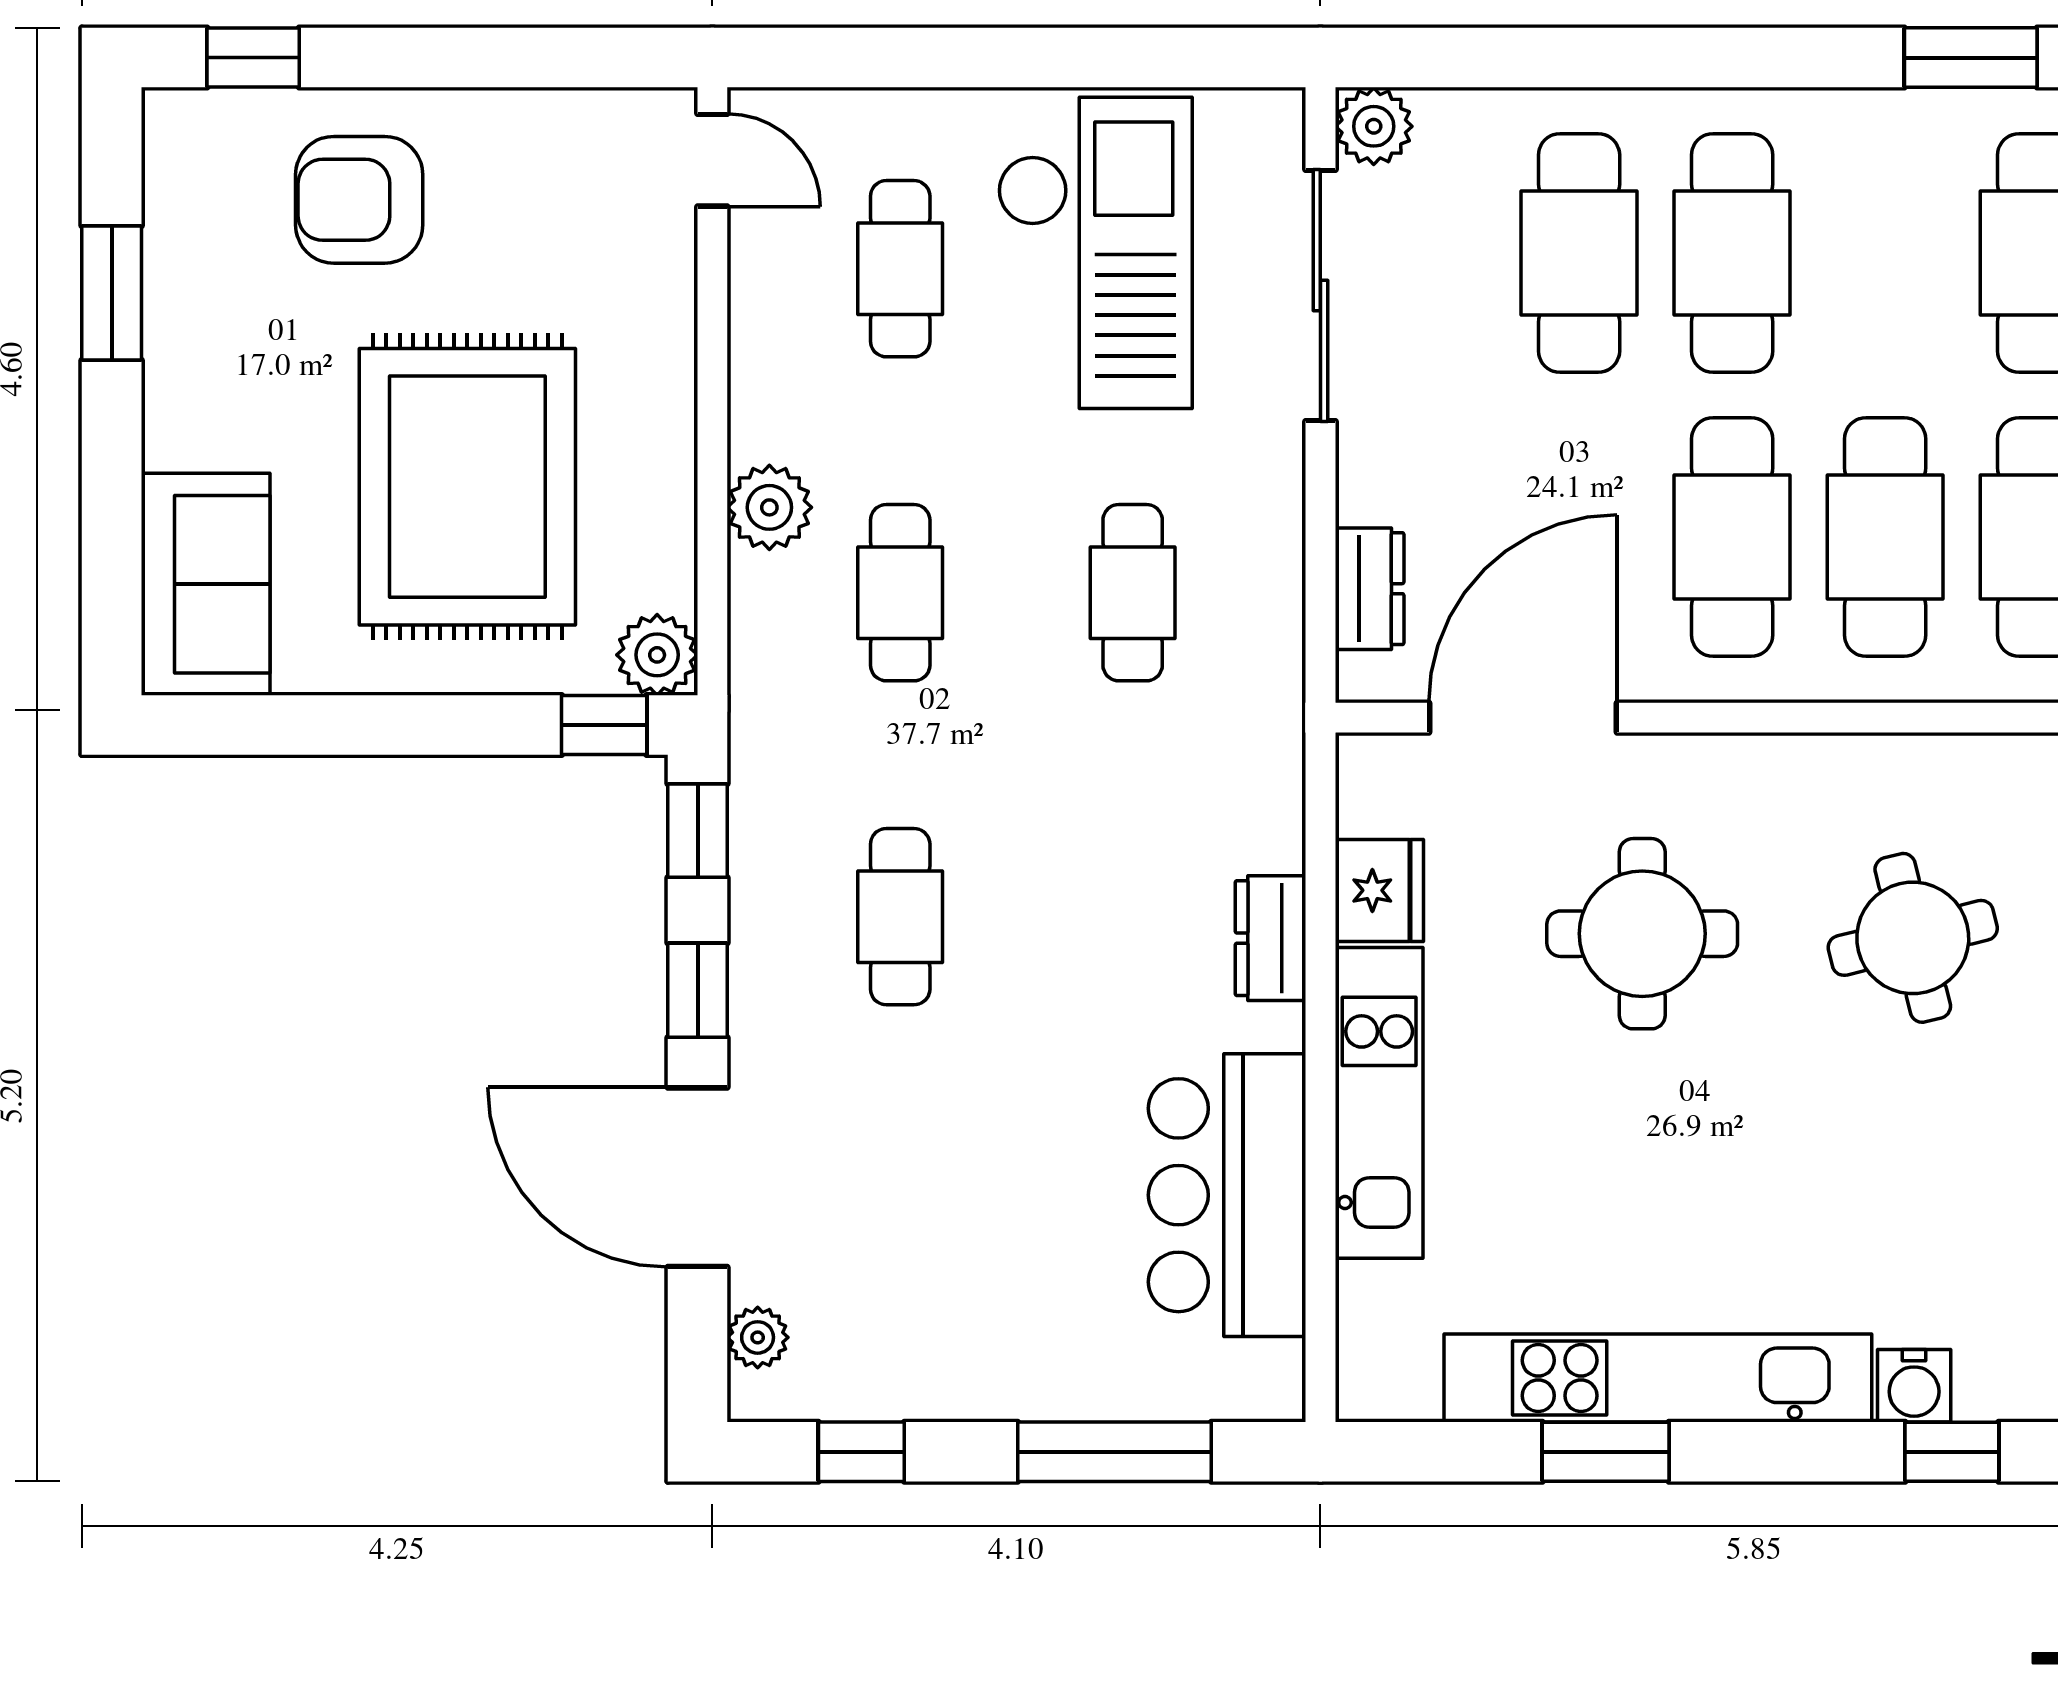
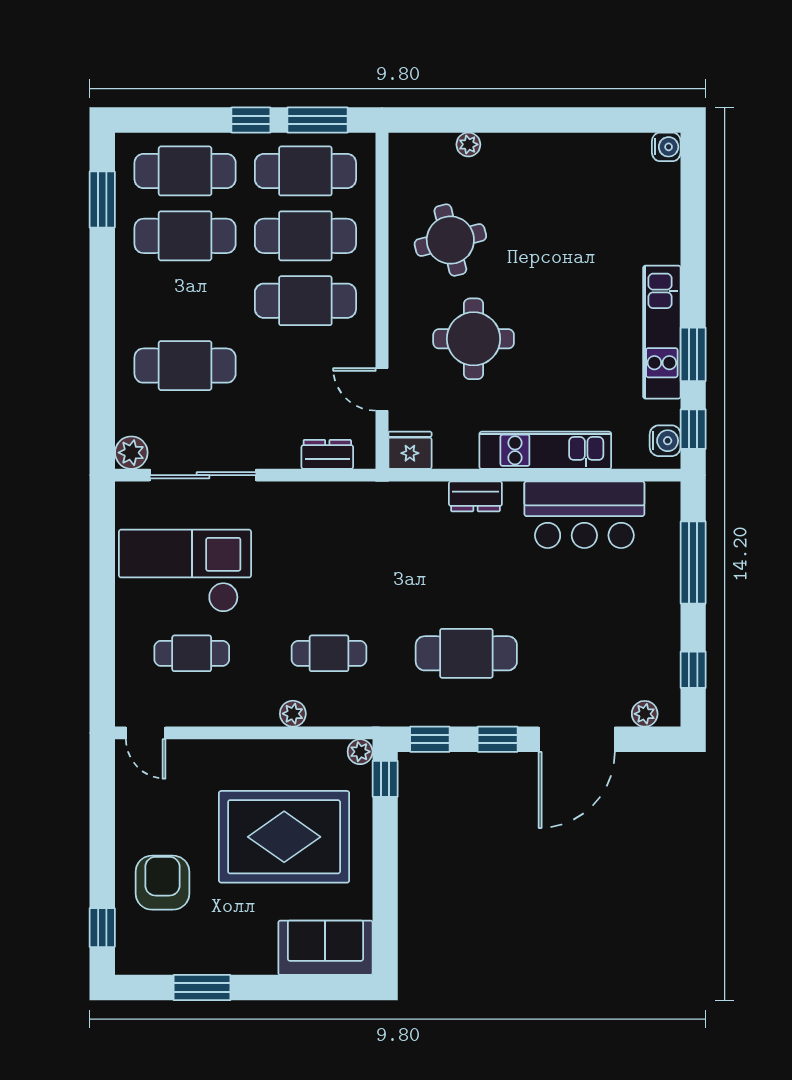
door: (712, 160) -> (146, 733), swing flipped
armchair: (359, 200) -> (162, 883), turned 180
cafe table: (1732, 253) -> (185, 236), moved
plant: (769, 507) -> (293, 714), width x0.73, depth x0.73
cafe table: (1133, 593) -> (329, 555), removed
plant: (657, 655) -> (360, 752), width x0.73, depth x0.73
door: (1523, 718) -> (382, 389), width x0.53
fridge: (1379, 890) -> (410, 450), moved
cafe table: (900, 917) -> (466, 653), width x1.37, depth x1.35
round table: (1913, 938) -> (450, 240), moved
kitchen unit: (1658, 1378) -> (662, 332), width x0.73
water cooler: (1914, 1386) -> (665, 441), moved
window: (1952, 1452) -> (693, 429), moved

